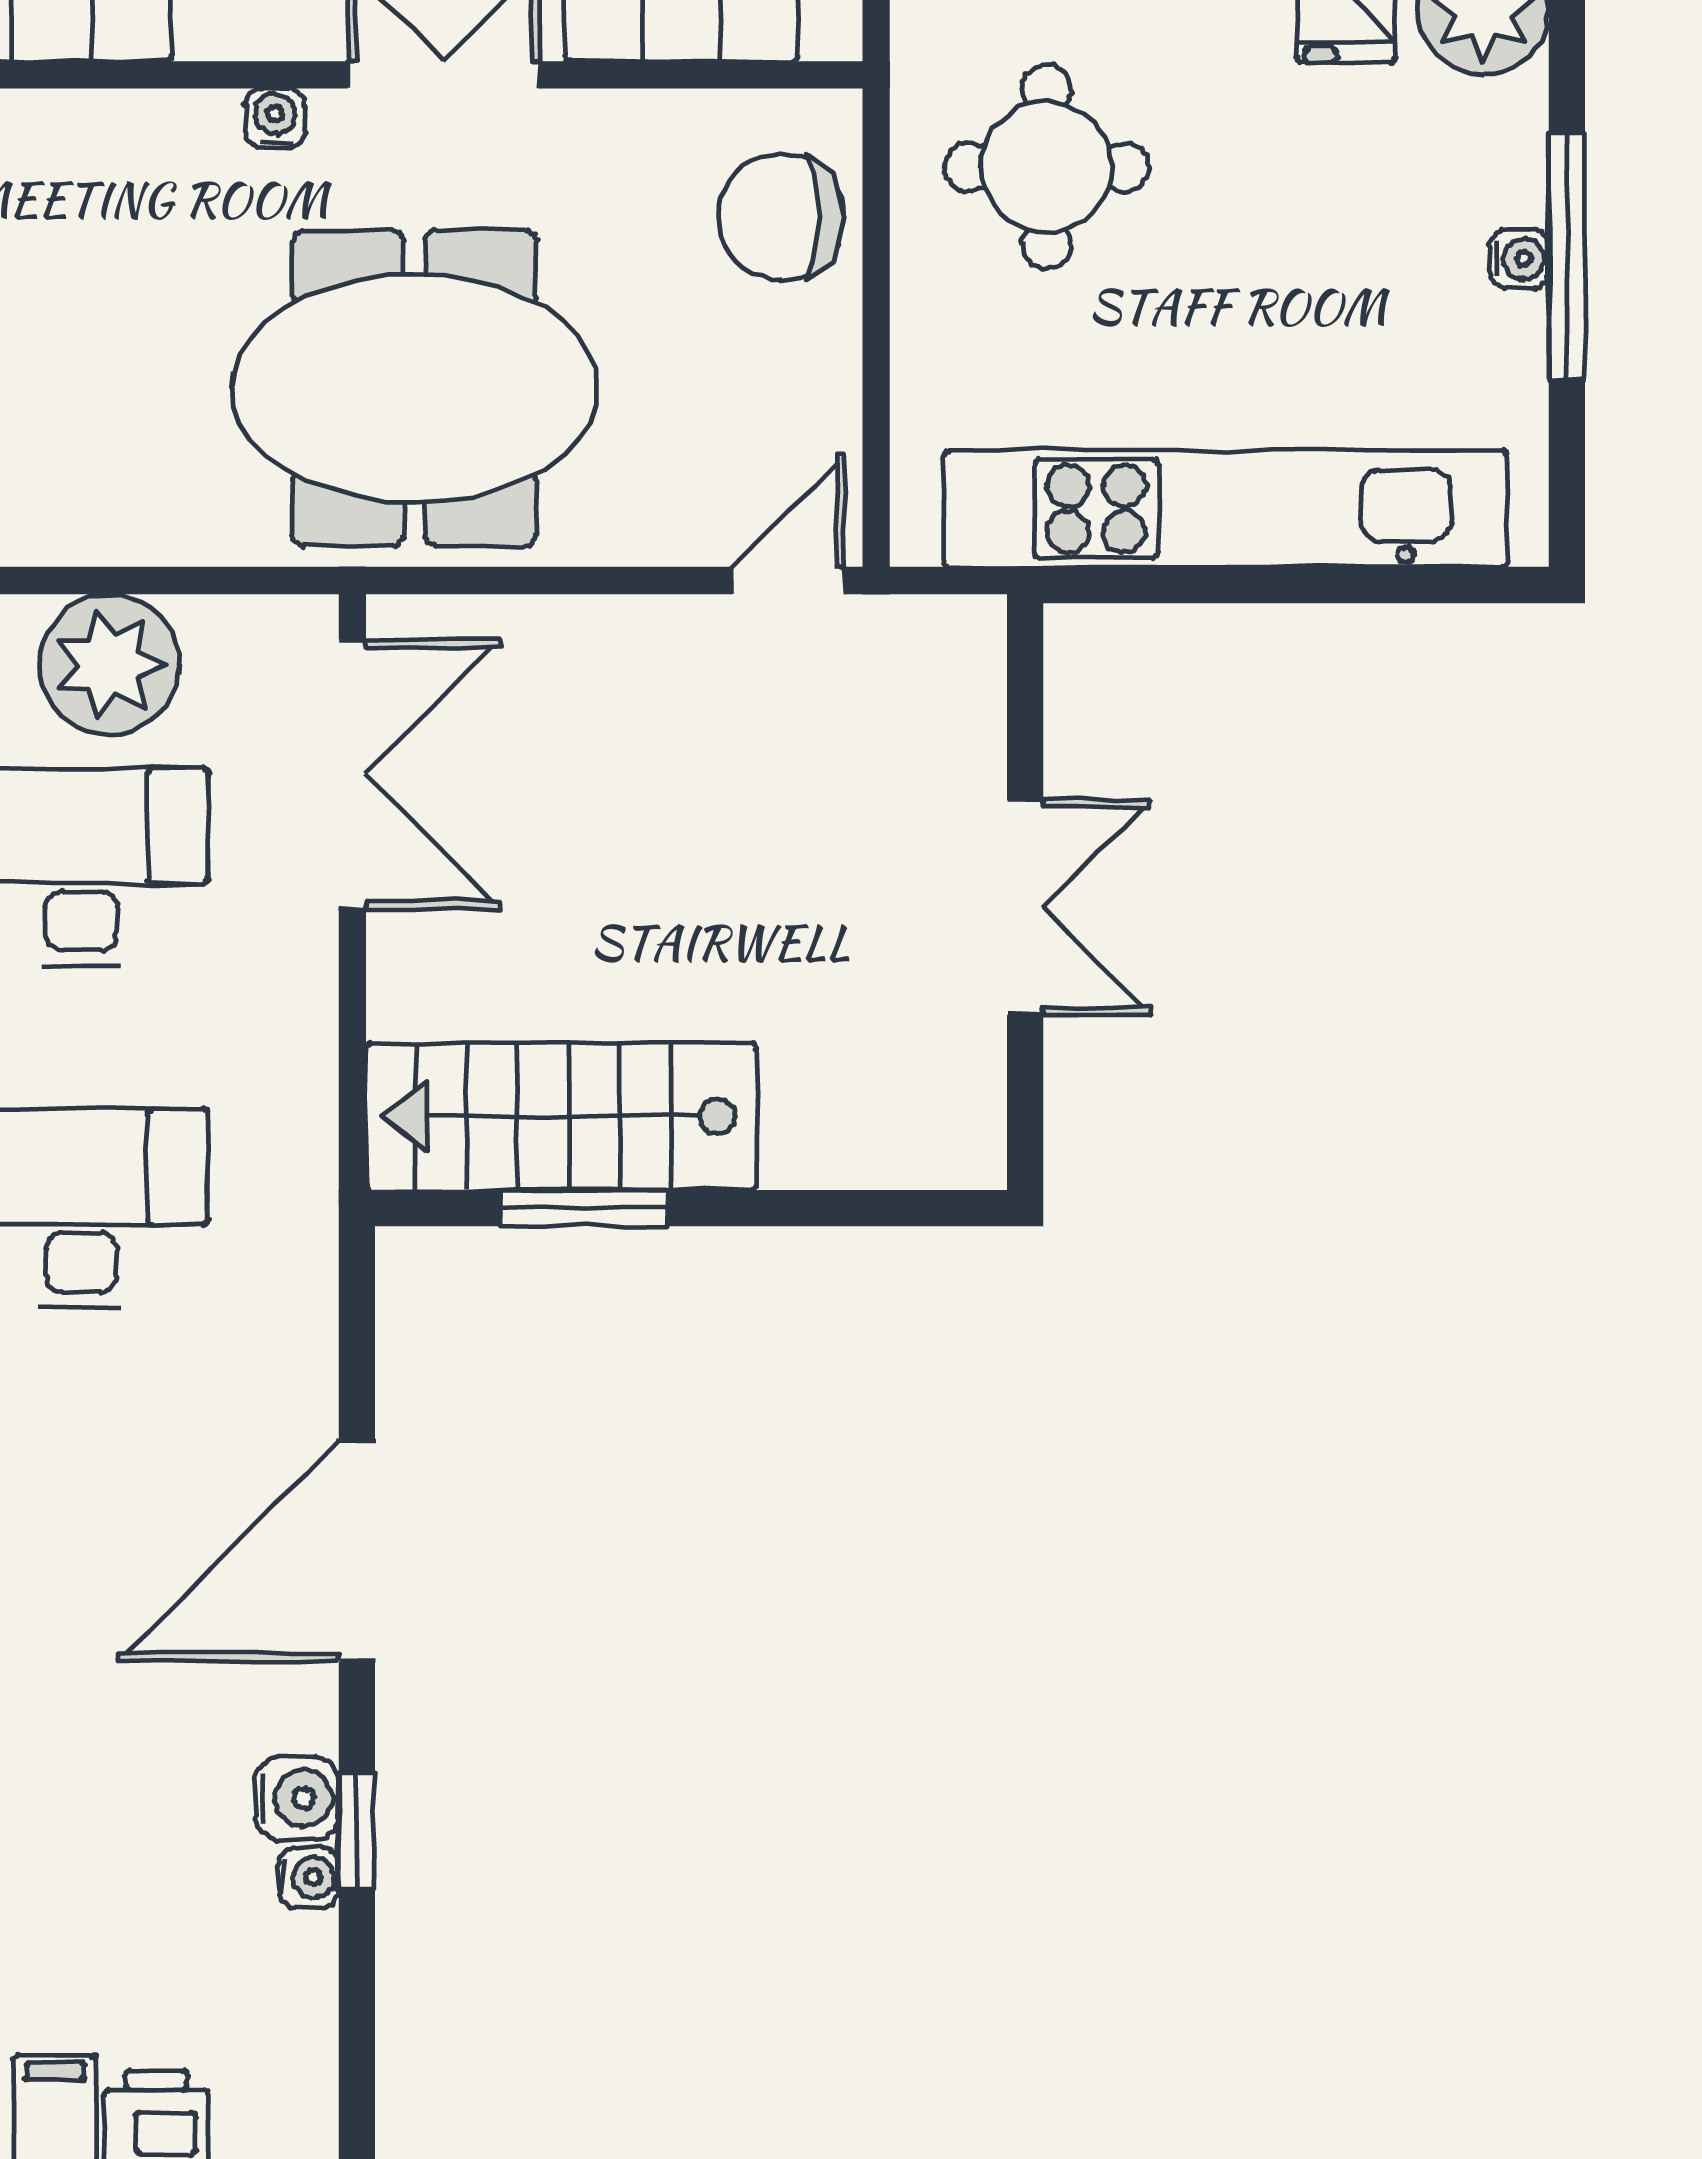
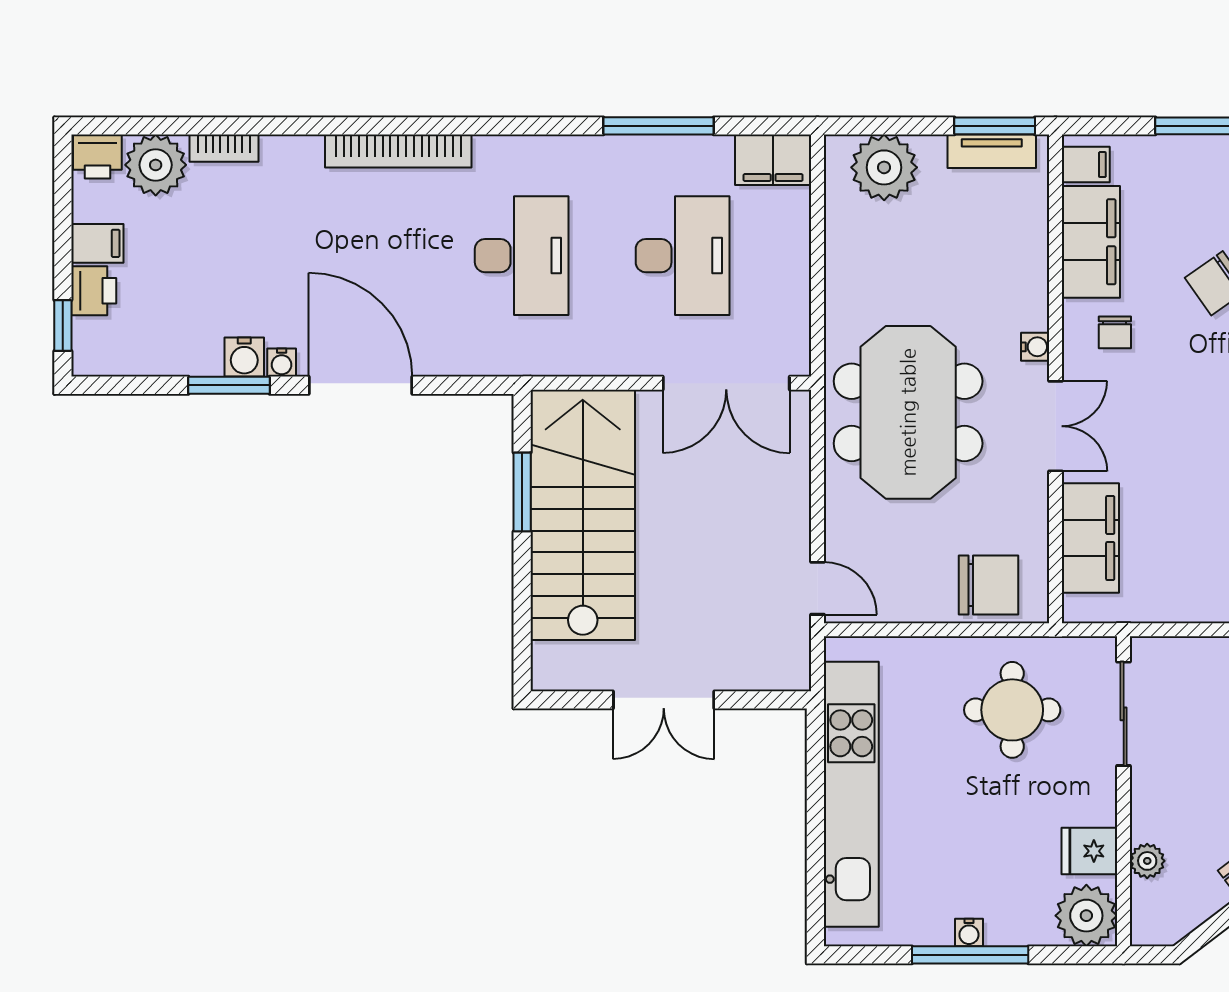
chair: (781, 217) -> (989, 585), turned 90
plant: (109, 664) -> (778, 269), removed
stairs: (561, 1116) -> (583, 515), width x1.36, depth x1.51
window: (357, 1830) -> (229, 385), width x1.50
water cooler: (309, 1877) -> (282, 363), moved

